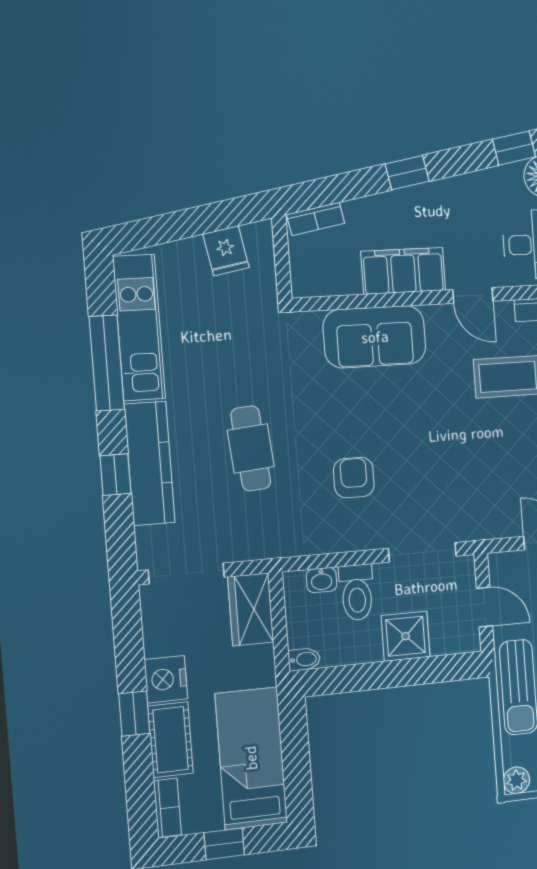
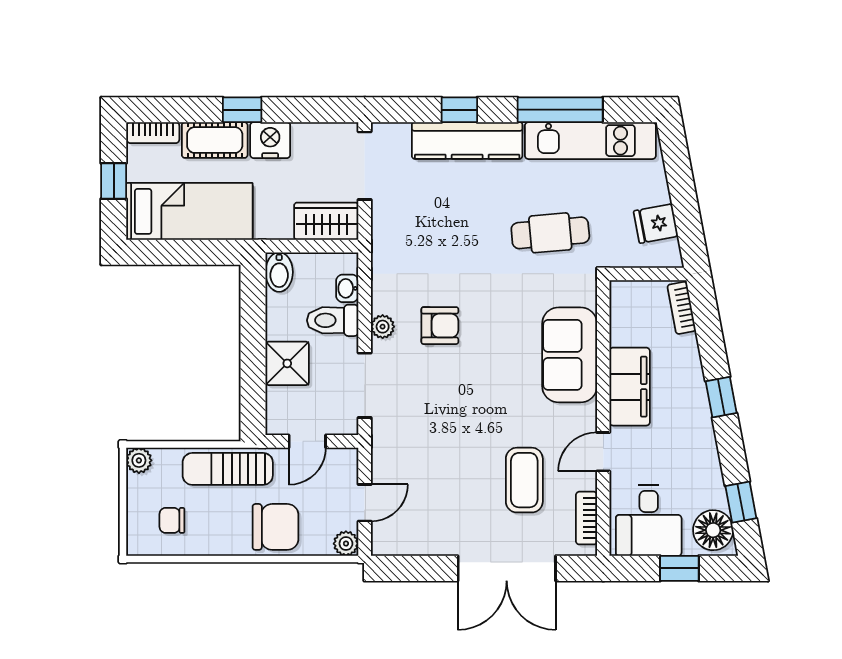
cafe table: (251, 448) -> (550, 233), moved
plant: (359, 539) -> (383, 327), added
bidet: (304, 659) -> (279, 272), width x1.38, depth x1.36

